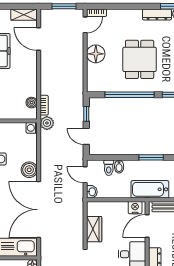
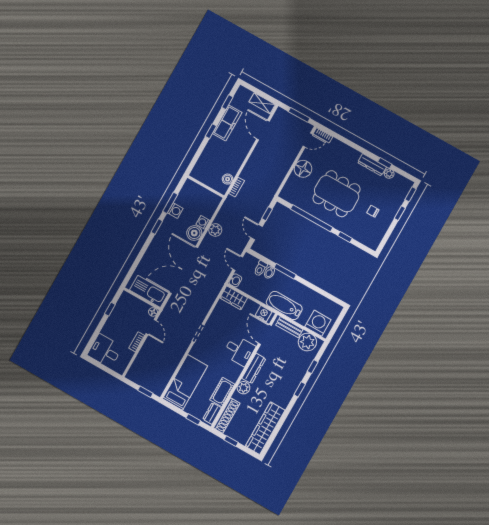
dining table: (140, 59) -> (337, 194), width x1.38
plant: (47, 123) -> (215, 230), moved
washing machine: (32, 128) -> (203, 222), moved
window: (151, 157) -> (285, 271), moved
door: (147, 226) -> (265, 334), hinge flipped
wardrobe: (94, 229) -> (234, 298), moved, turned 90

